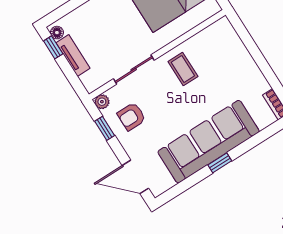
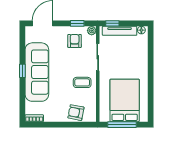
window: (53, 47) -> (112, 23), moved
armchair: (231, 51) -> (76, 113), added
tv unit: (73, 56) -> (120, 31), width x1.41

